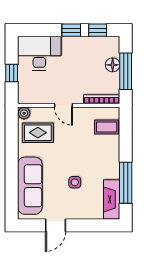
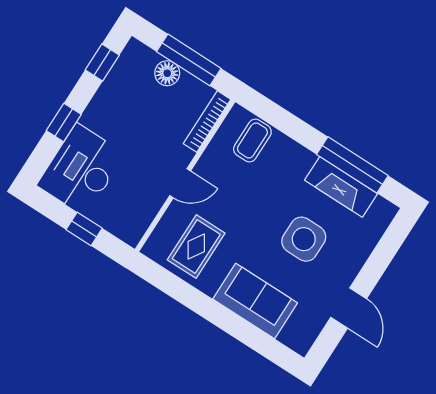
window: (71, 30) -> (64, 122), moved
plant: (24, 113) -> (155, 248), removed
side table: (75, 182) -> (304, 239), width x1.87, depth x1.87
sofa: (30, 186) -> (255, 301), width x0.73
fireplace: (112, 199) -> (341, 187), moved

